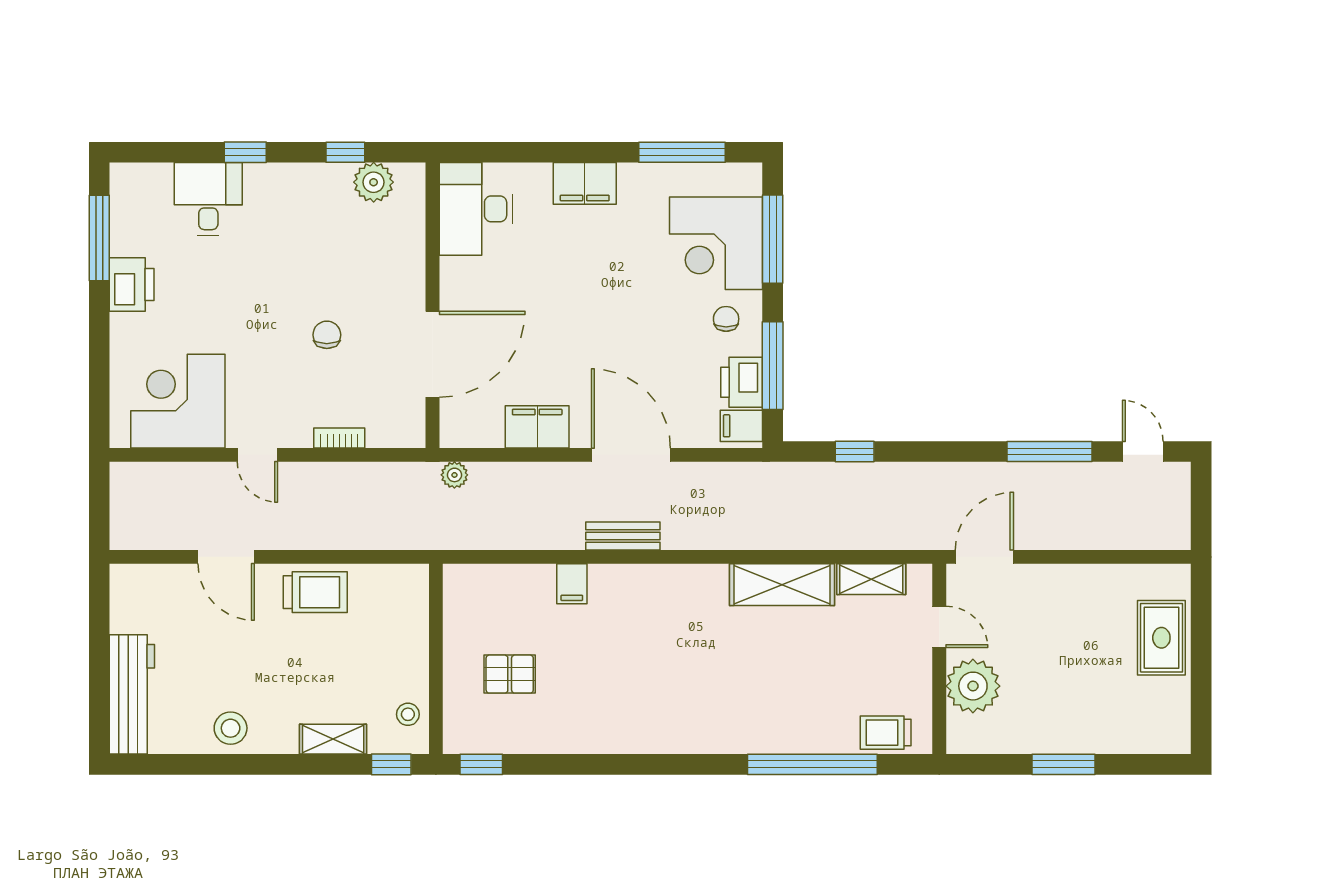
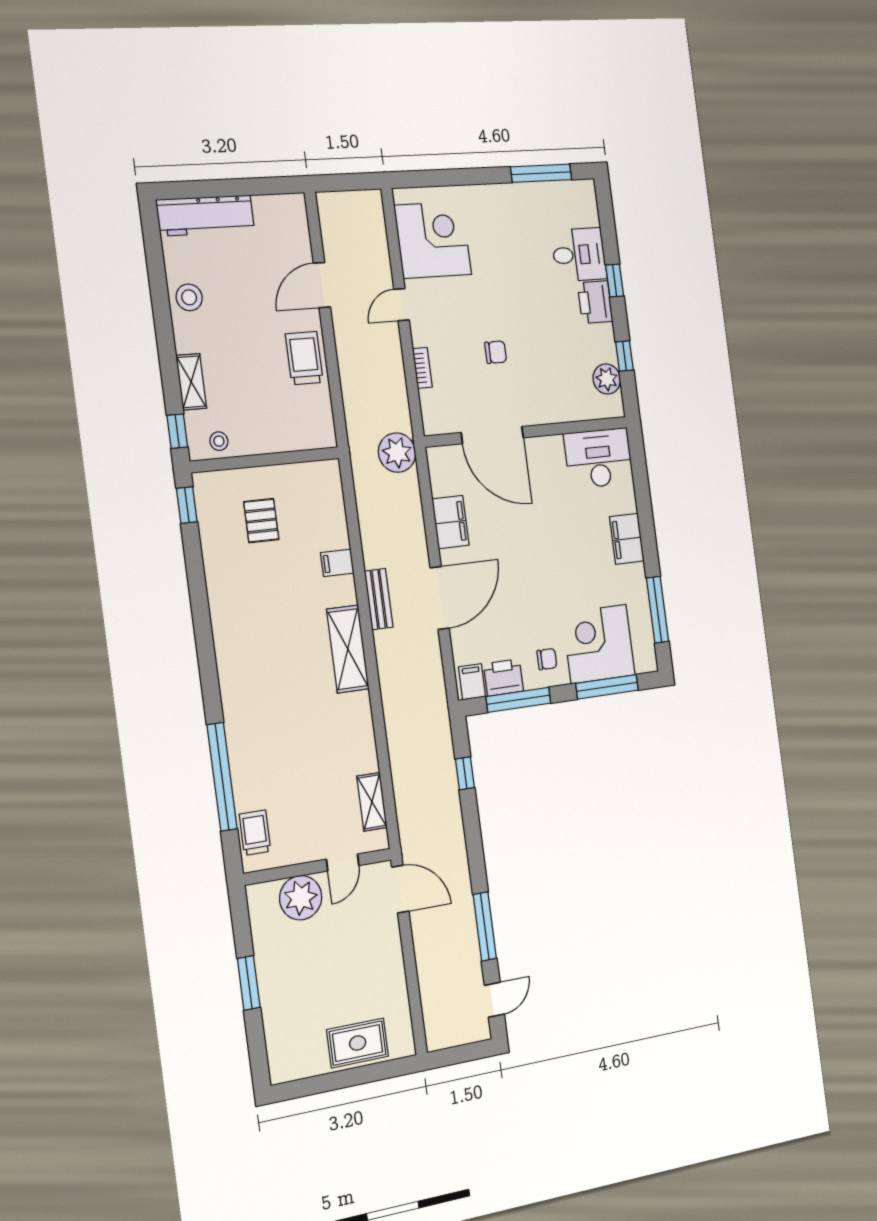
printer: (132, 285) -> (595, 302), moved, turned 90
plant: (454, 475) -> (397, 453), width x1.88, depth x1.88
shelving: (782, 585) -> (348, 649), moved
trolley: (315, 592) -> (304, 358), turned 180

